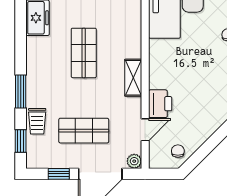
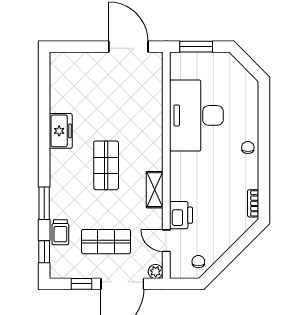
door: (145, 130) -> (166, 241), swing flipped

